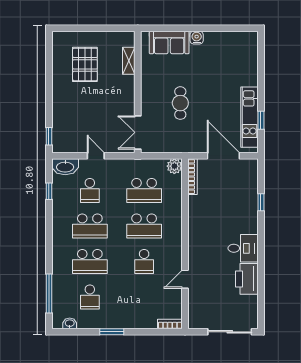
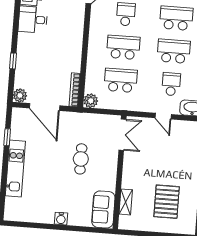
sofa: (169, 42) -> (103, 209), moved, turned -90
kitchen unit: (250, 117) -> (15, 168), moved
plant: (251, 166) -> (20, 95), added

